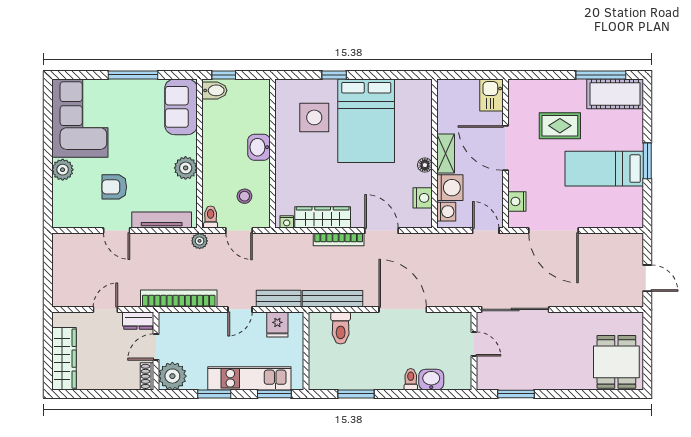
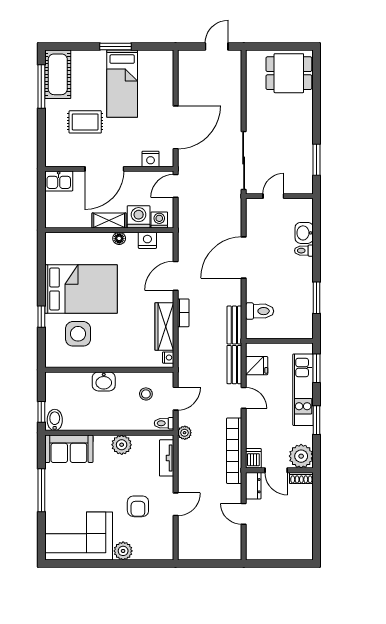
rug: (560, 126) -> (85, 122), turned 90
tv unit: (162, 220) -> (167, 458), width x0.71
bookcase: (339, 239) -> (183, 313), width x0.64
bench: (332, 299) -> (234, 325), width x0.73
dishwasher: (170, 321) -> (253, 458), added
wardrobe: (64, 359) -> (286, 550), removed

